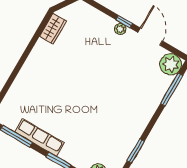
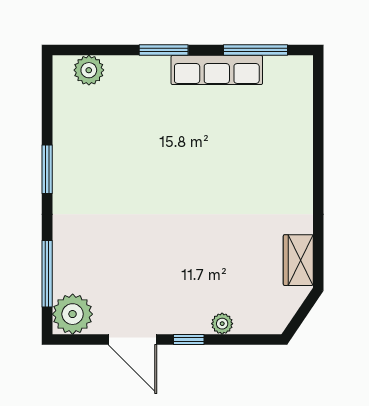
plant: (120, 29) -> (222, 324), moved
window: (136, 151) -> (47, 169), moved

